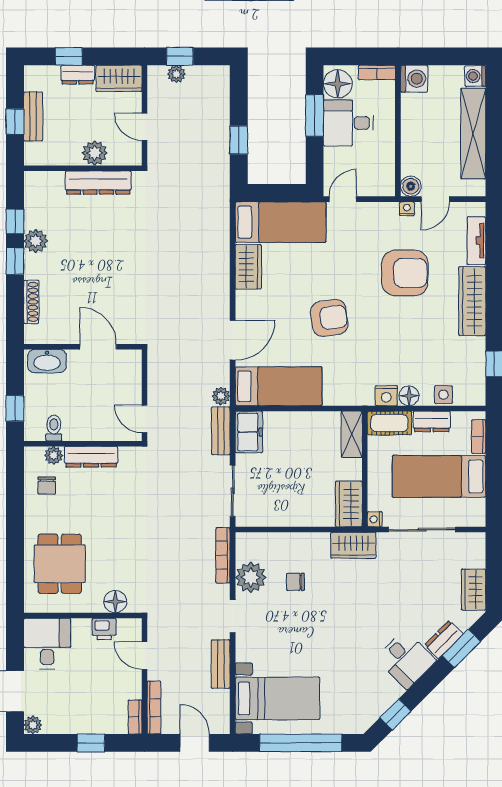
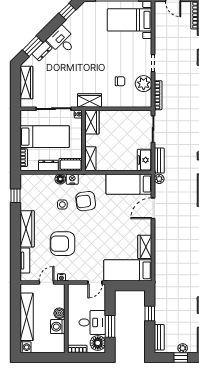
washing machine: (414, 79) -> (58, 327), moved
boiler: (411, 186) -> (59, 313), moved
armchair: (329, 318) -> (86, 201), moved
side table: (443, 395) -> (62, 205), moved
wardrobe: (474, 590) -> (26, 83), width x1.50
bench: (221, 664) -> (159, 337), moved

